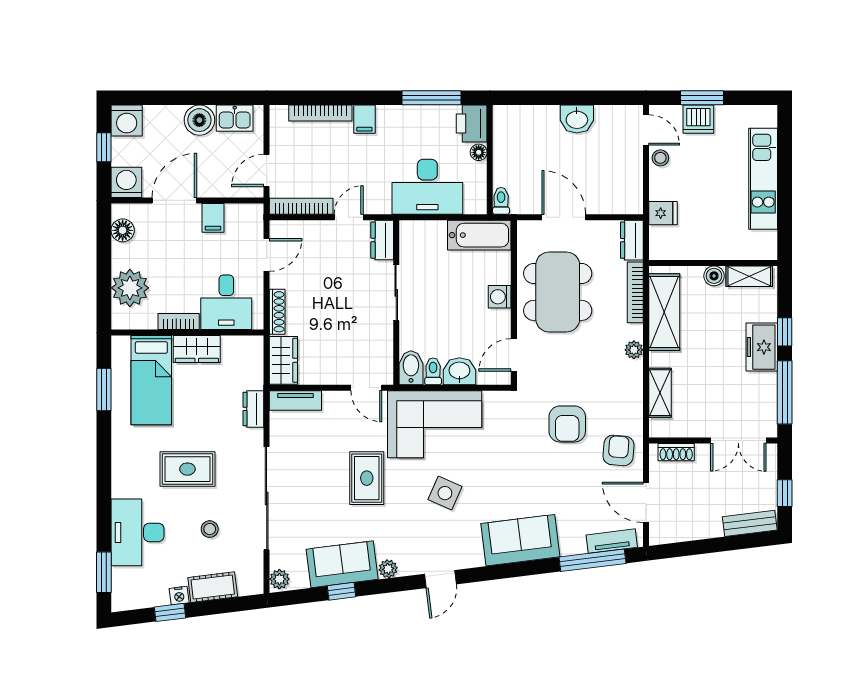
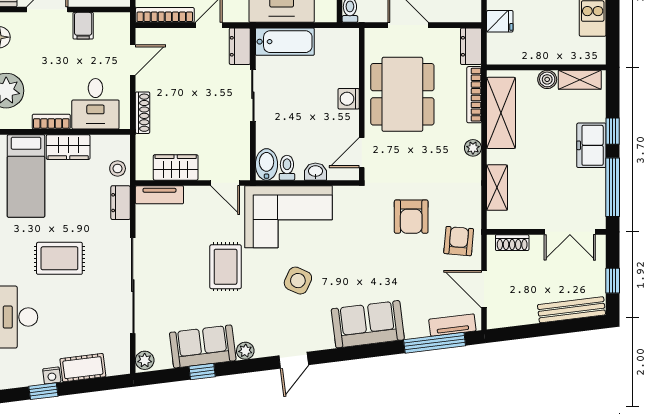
bathtub: (479, 235) -> (285, 42), moved
wardrobe: (283, 360) -> (176, 167), moved, turned -90
washbasin: (459, 371) -> (315, 172), width x0.72, depth x0.69
bench: (750, 523) -> (571, 310), width x1.36
stool: (210, 529) -> (118, 169), moved

